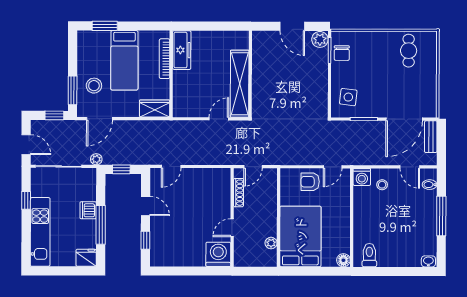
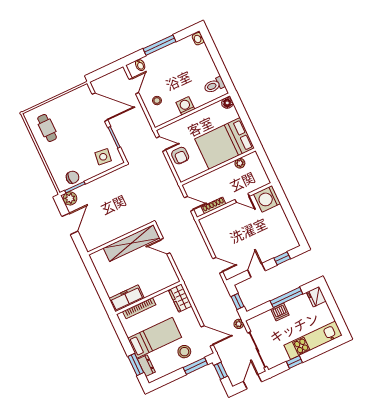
dresser: (98, 37) -> (146, 366), added
cafe table: (409, 51) -> (47, 128), turned 90
bench: (431, 137) -> (104, 81), removed
washing machine: (362, 177) -> (185, 106), moved, turned -90

